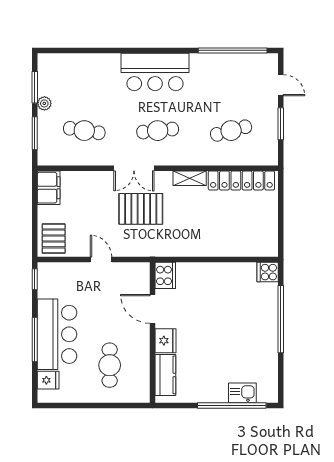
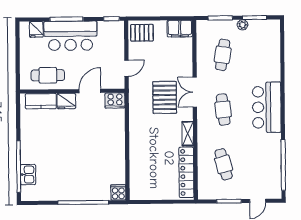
cooker: (165, 275) -> (115, 100), moved
door: (152, 309) -> (90, 91), moved
wall: (152, 333) -> (72, 91), moved
fridge: (165, 341) -> (66, 101), moved
kitchen counter: (165, 375) -> (41, 101), moved

